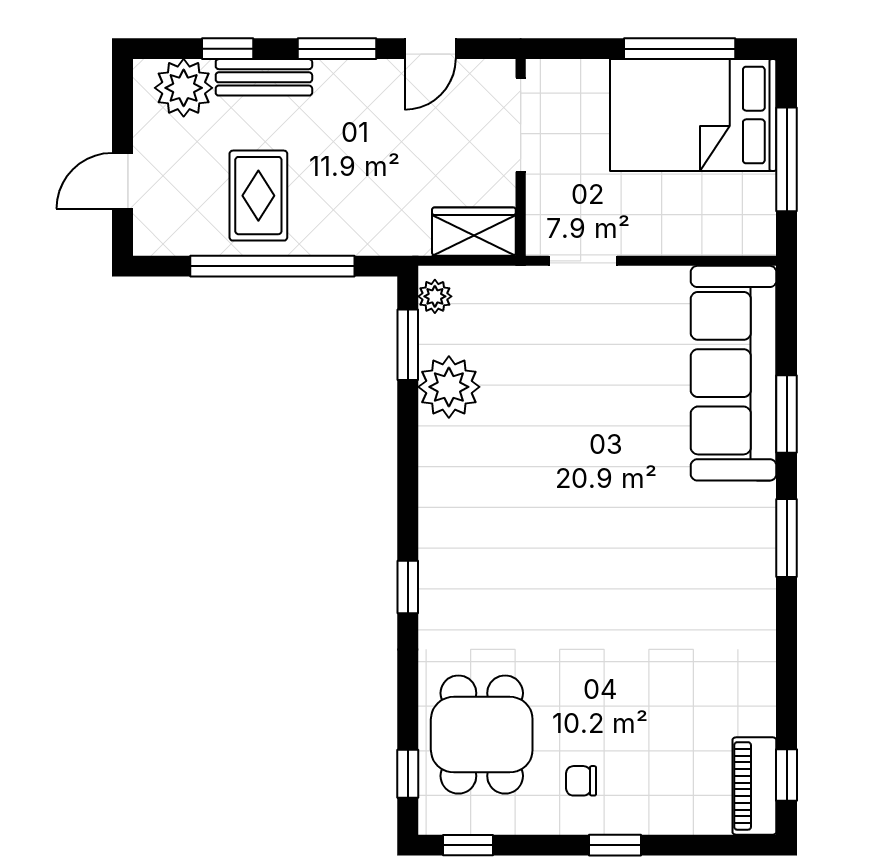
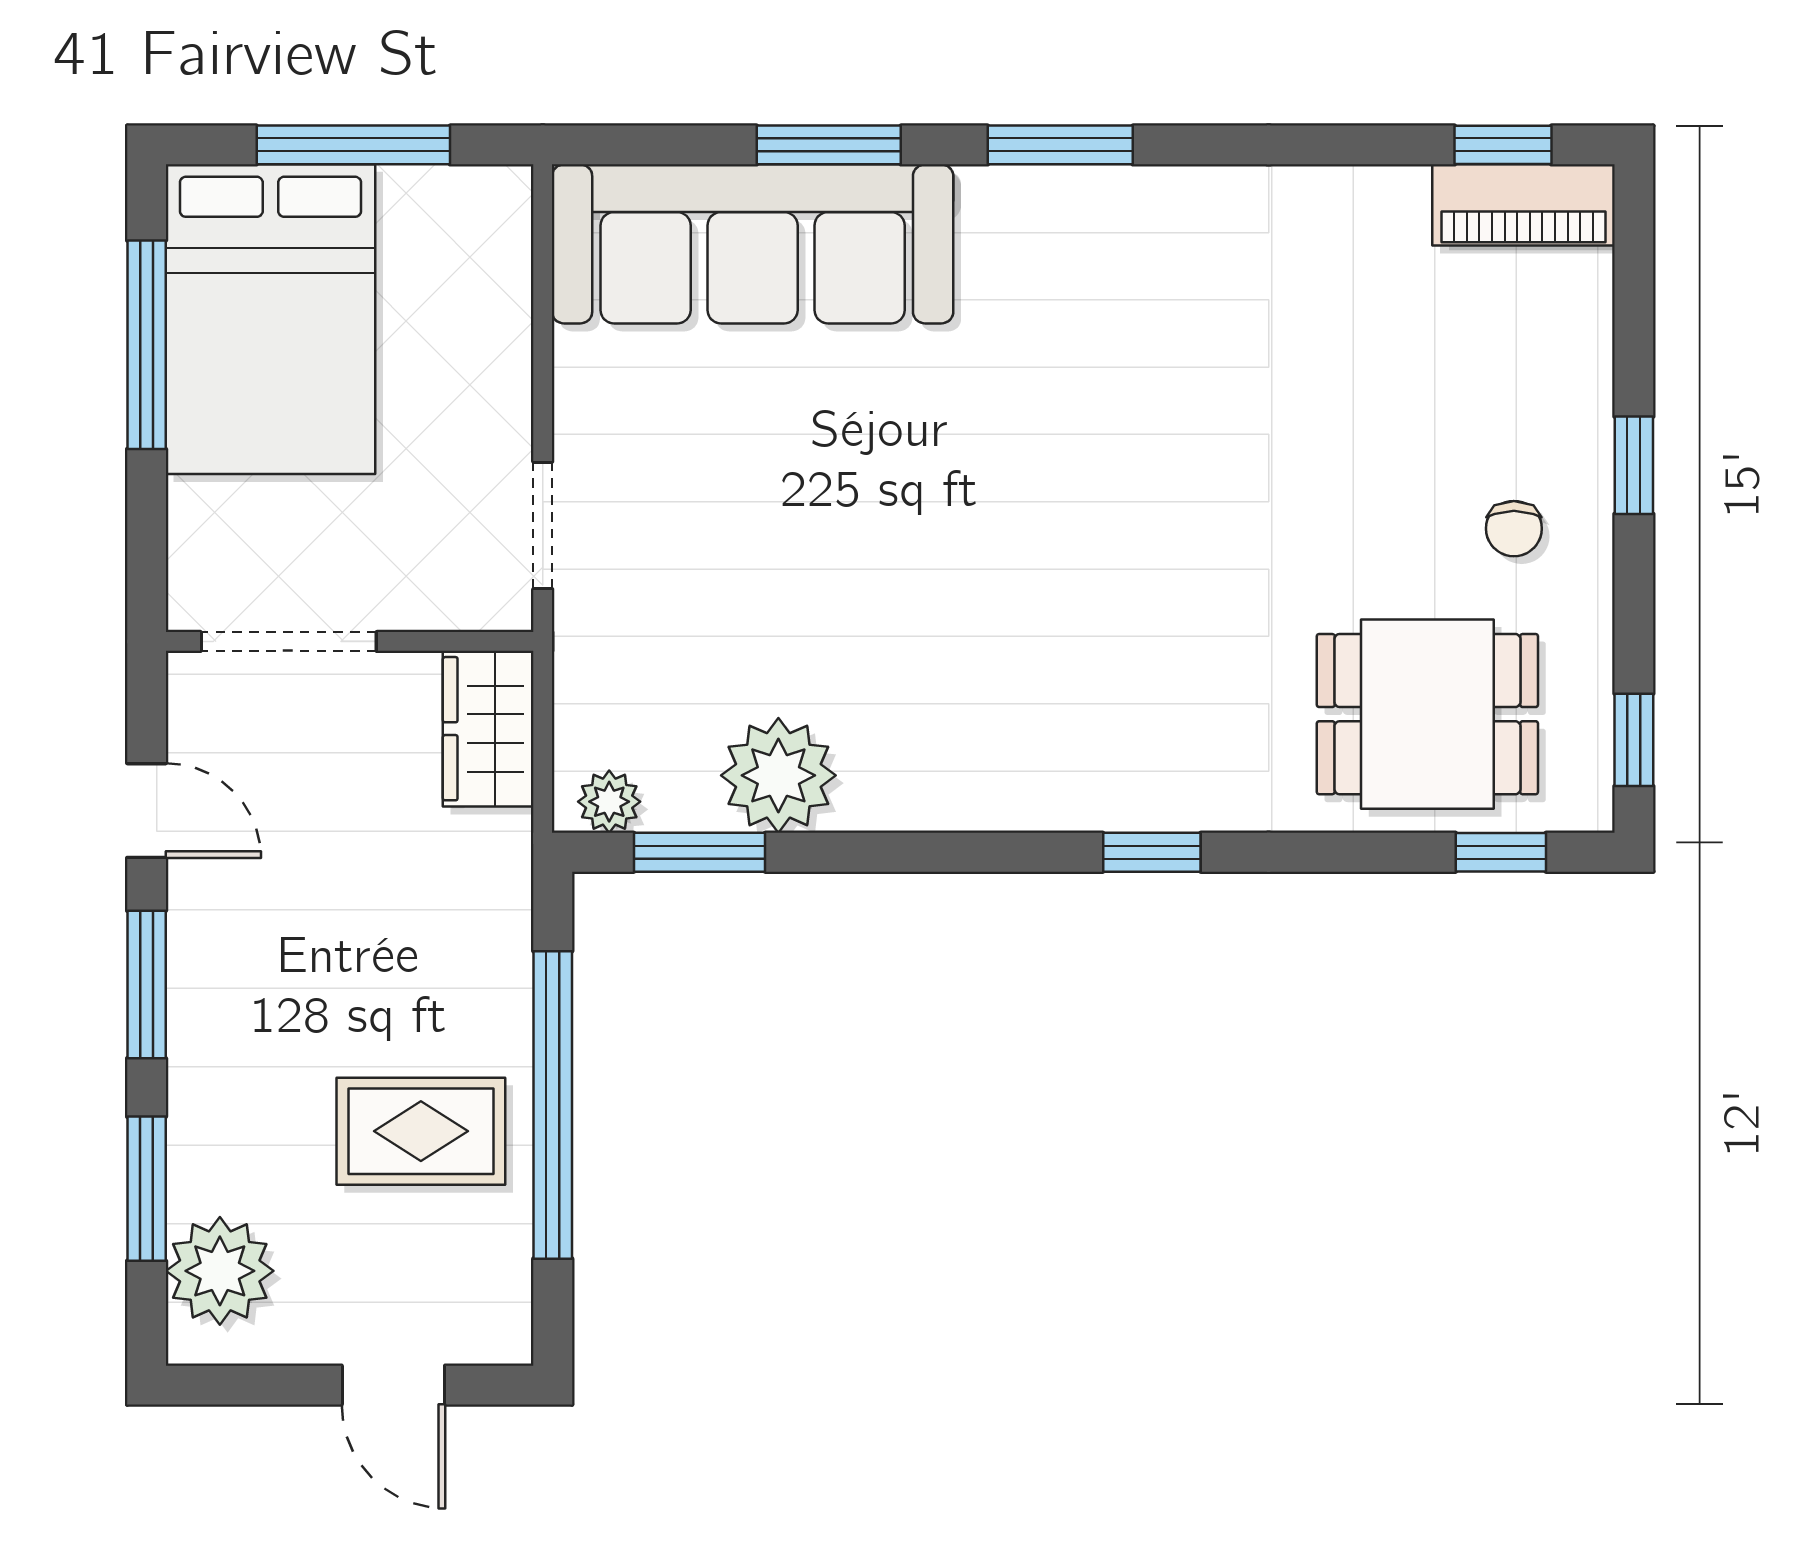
window: (228, 49) -> (147, 1189), width x1.50
bench: (264, 77) -> (200, 1121), removed

